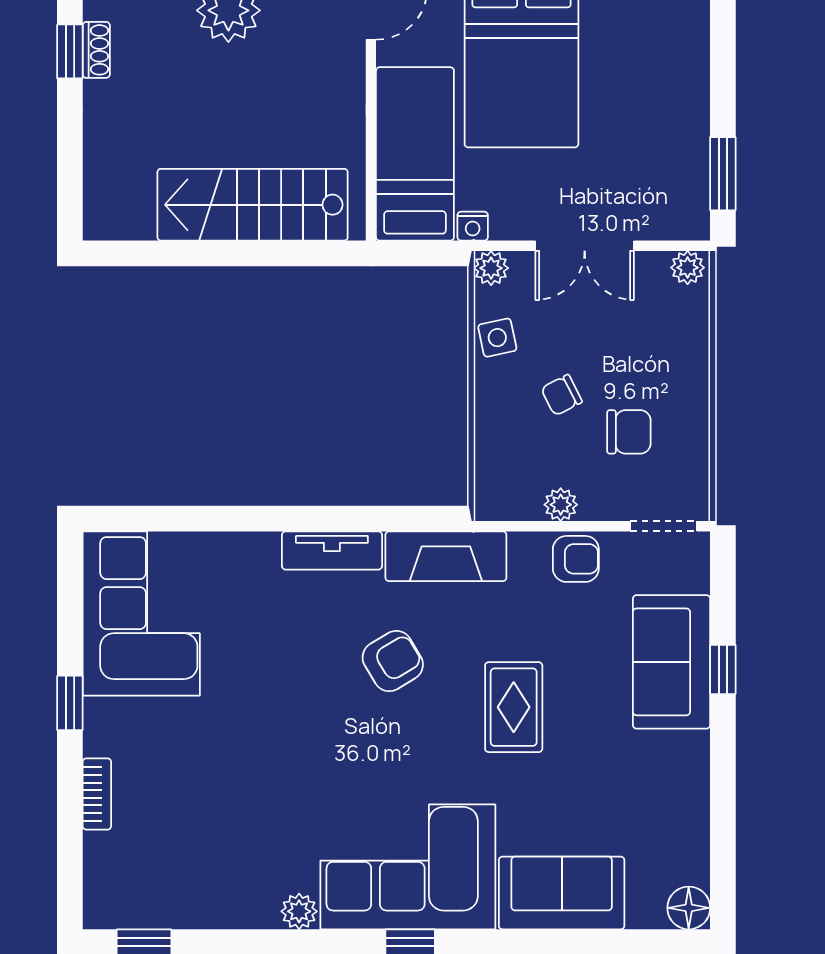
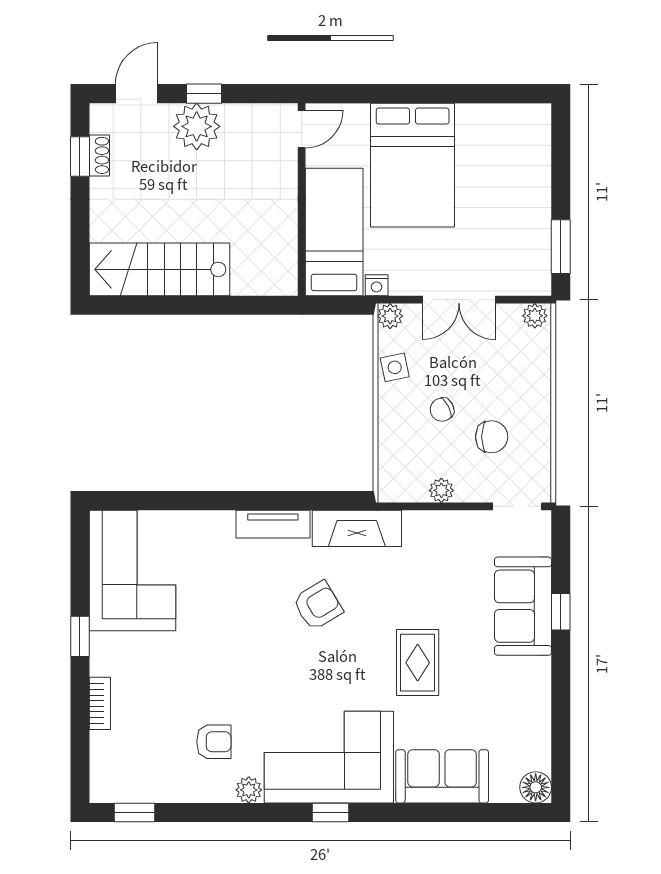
stairs: (253, 205) -> (159, 269), moved
armchair: (576, 559) -> (214, 742), moved
rug: (514, 707) -> (418, 663), moved

